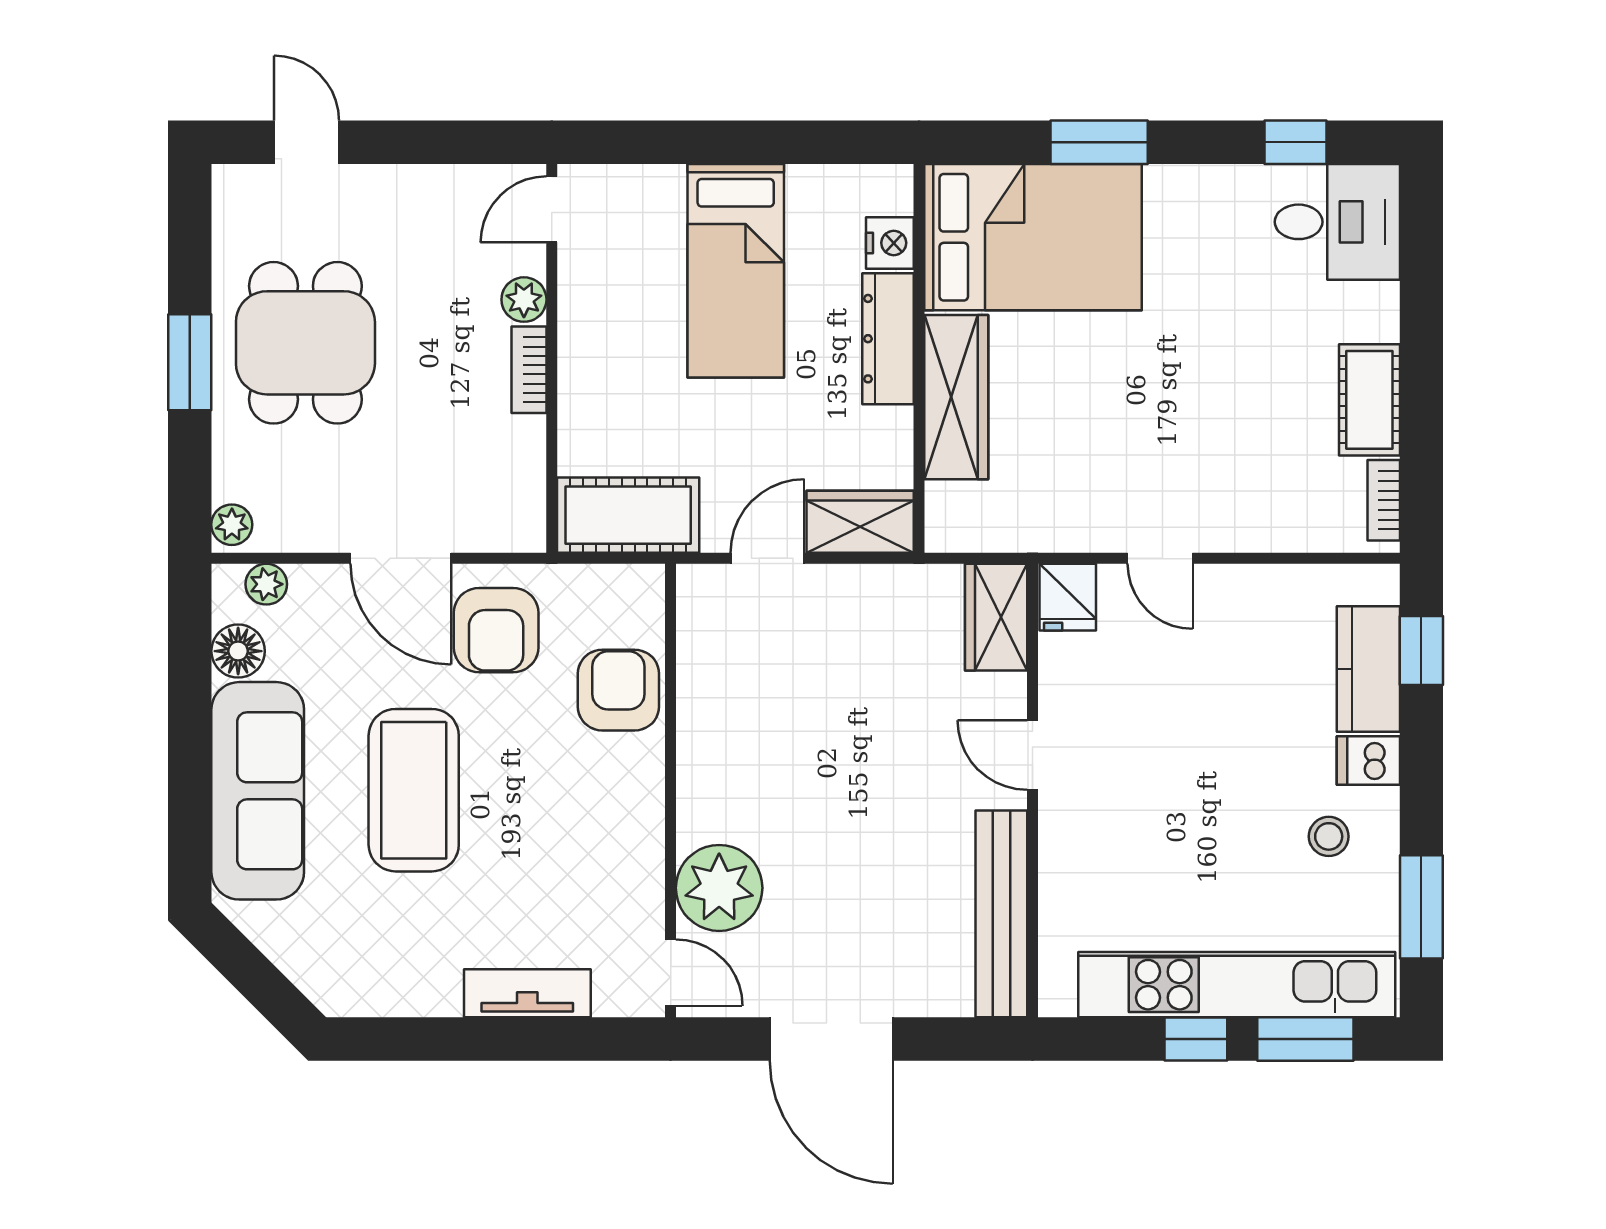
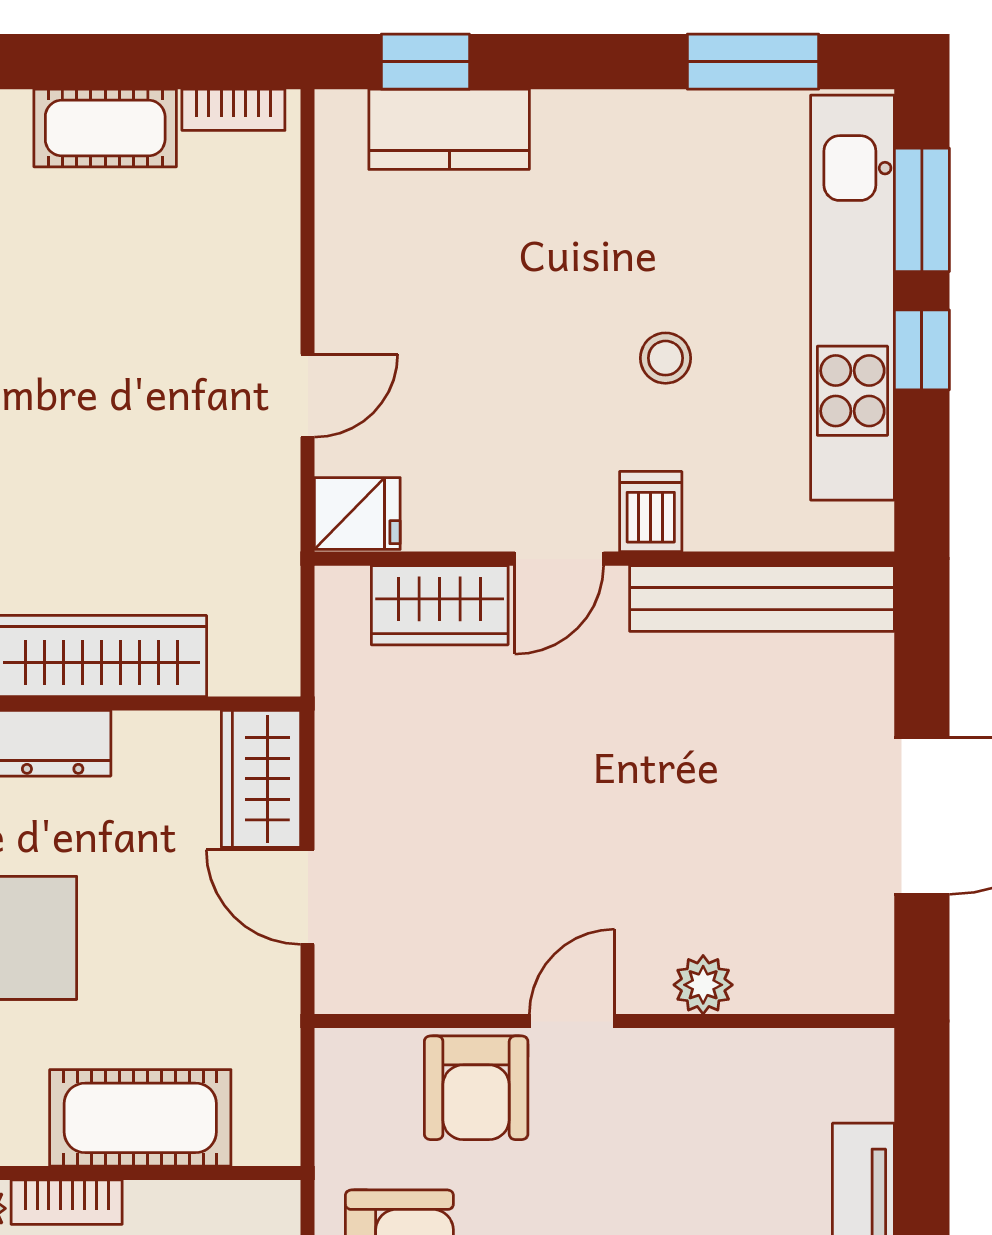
cot: (628, 515) -> (140, 1118), moved, turned 90
wardrobe: (996, 617) -> (440, 605), moved
armchair: (618, 690) -> (476, 1088), turned -90
dishwasher: (1368, 760) -> (651, 512), moved, turned 180
stool: (1329, 836) -> (665, 358), moved
plant: (719, 888) -> (703, 985), width x0.53, depth x0.53
door: (671, 973) -> (572, 1021), moved

